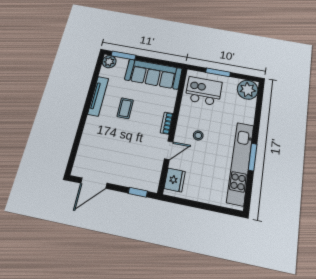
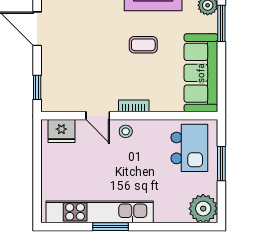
stool: (198, 135) -> (126, 131), moved

